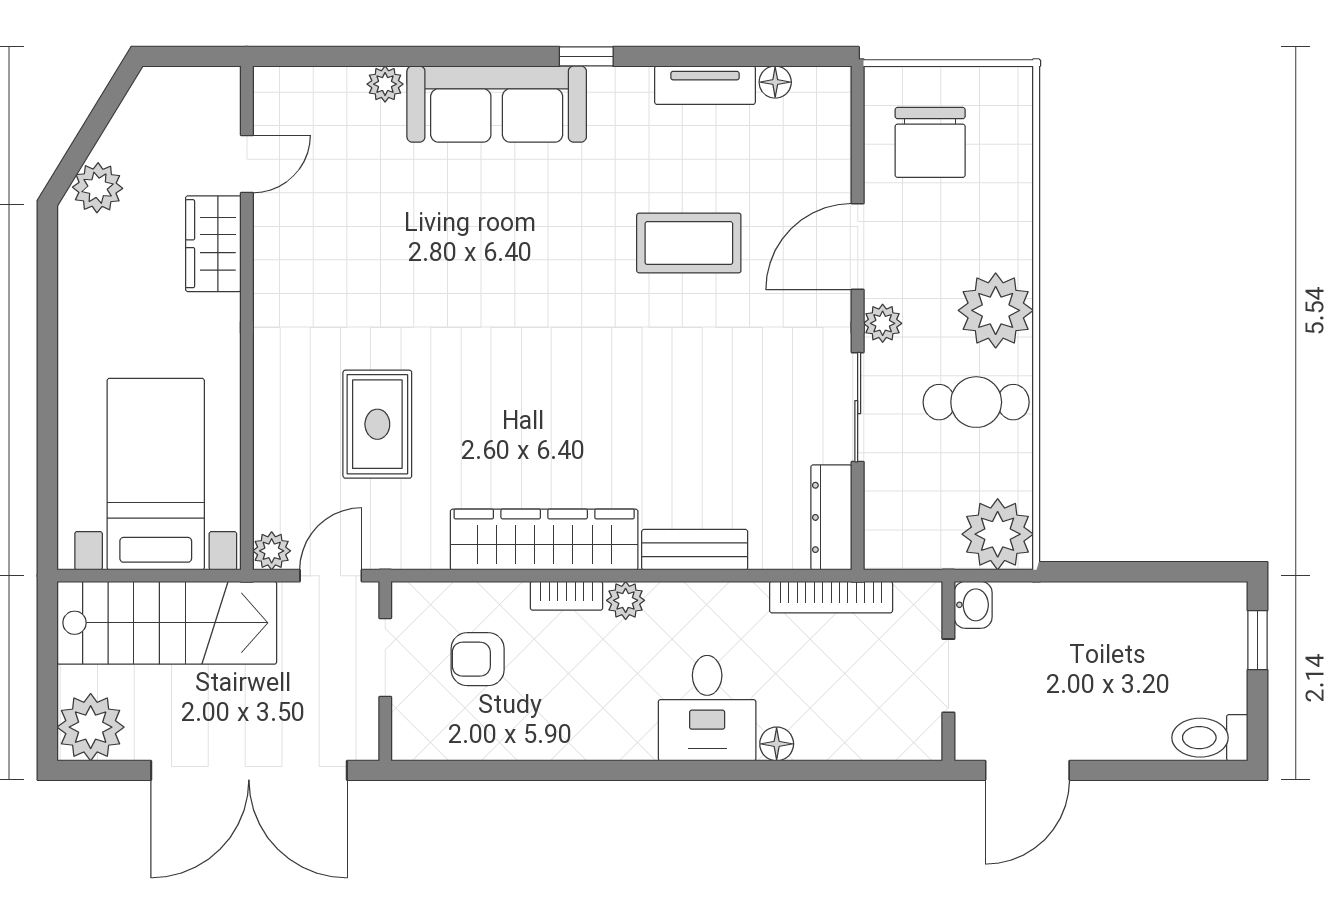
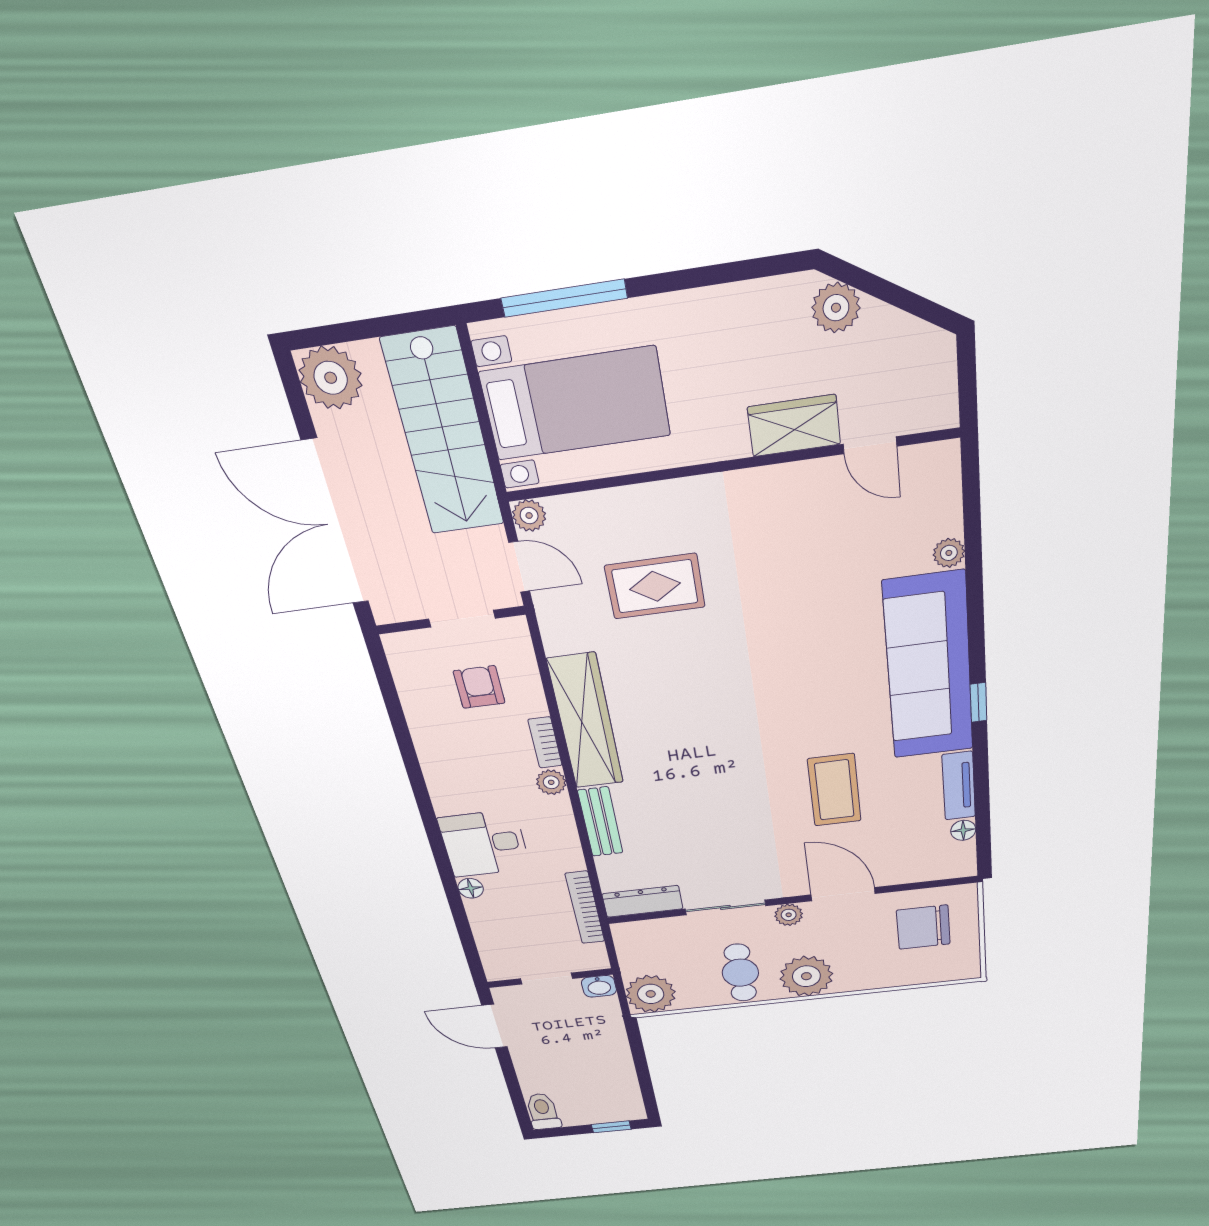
sofa: (497, 104) -> (929, 667), width x1.36, depth x1.27
window: (47, 464) -> (564, 298), added

